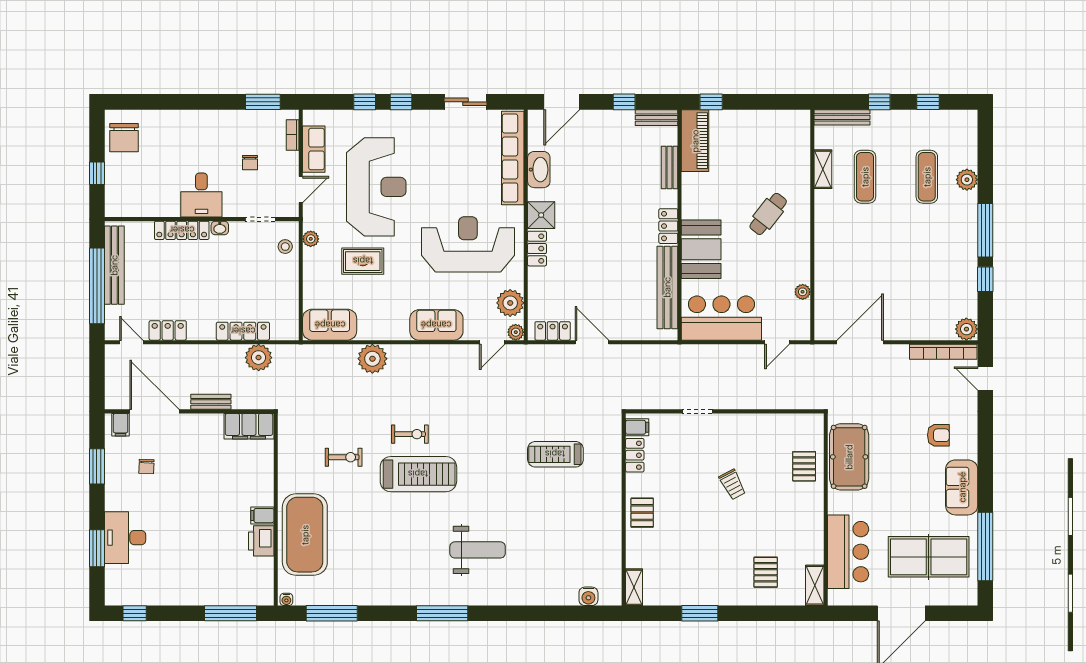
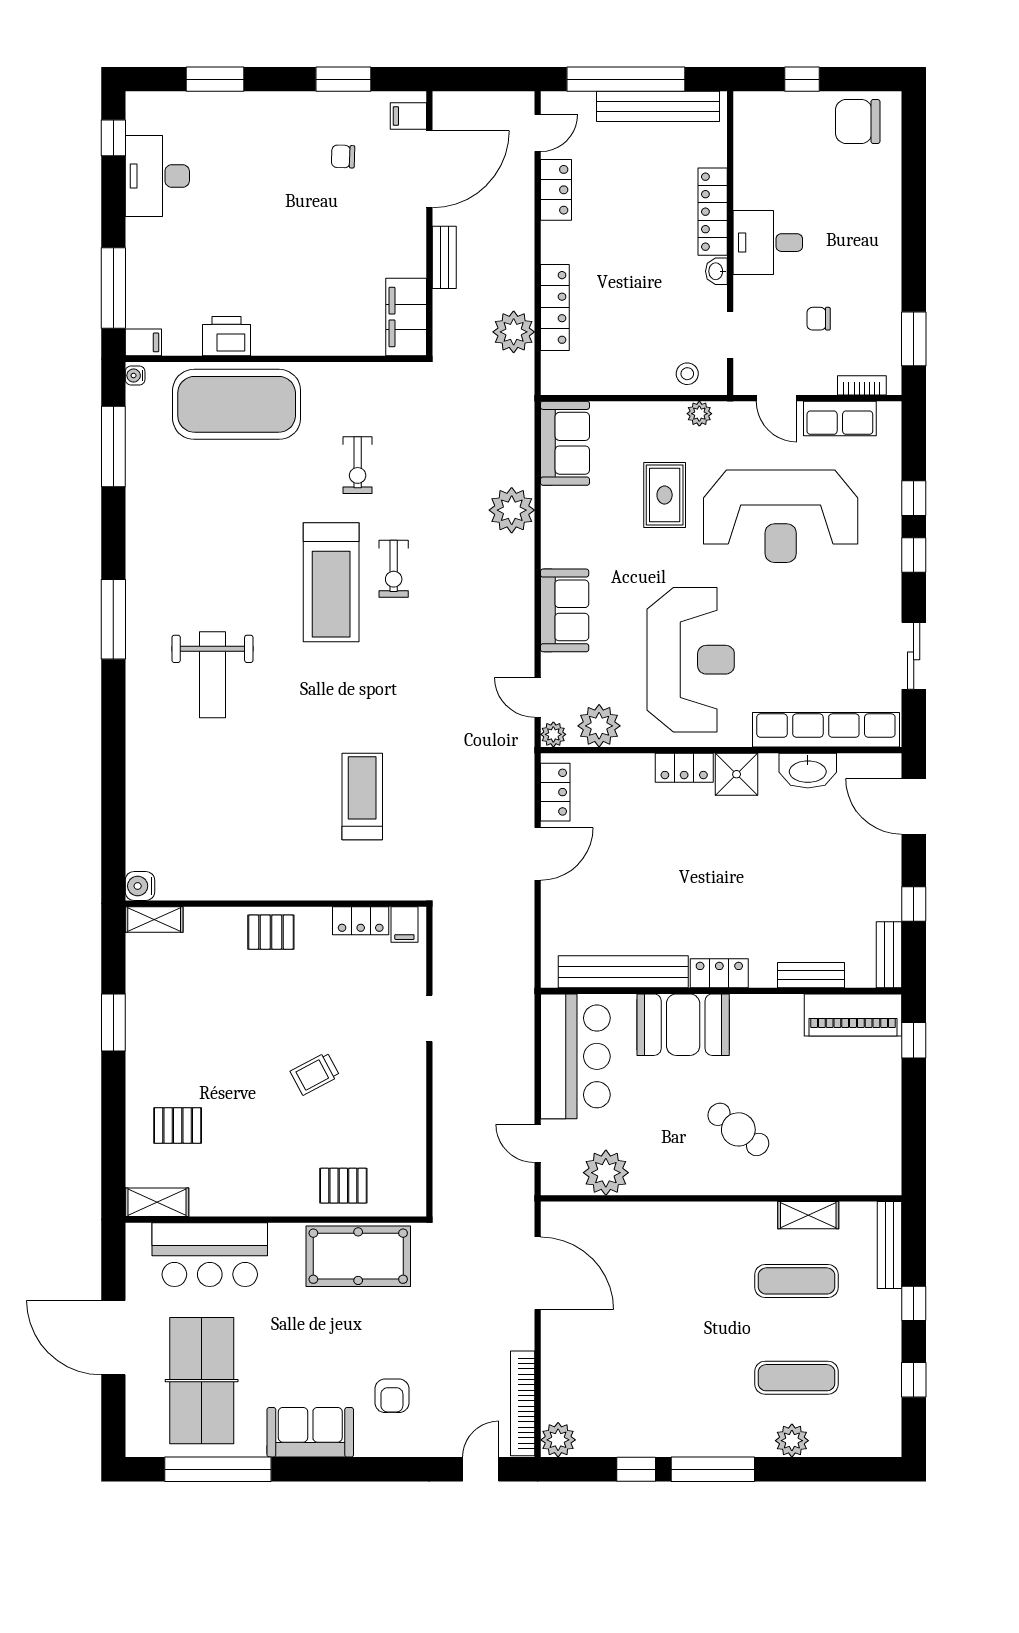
plant: (803, 292) -> (606, 1173), width x1.87, depth x1.87
filing cabinet: (262, 516) -> (143, 342), moved, turned 90
desk: (125, 538) -> (157, 176), moved, turned -90
water cooler: (588, 596) -> (140, 886), moved

